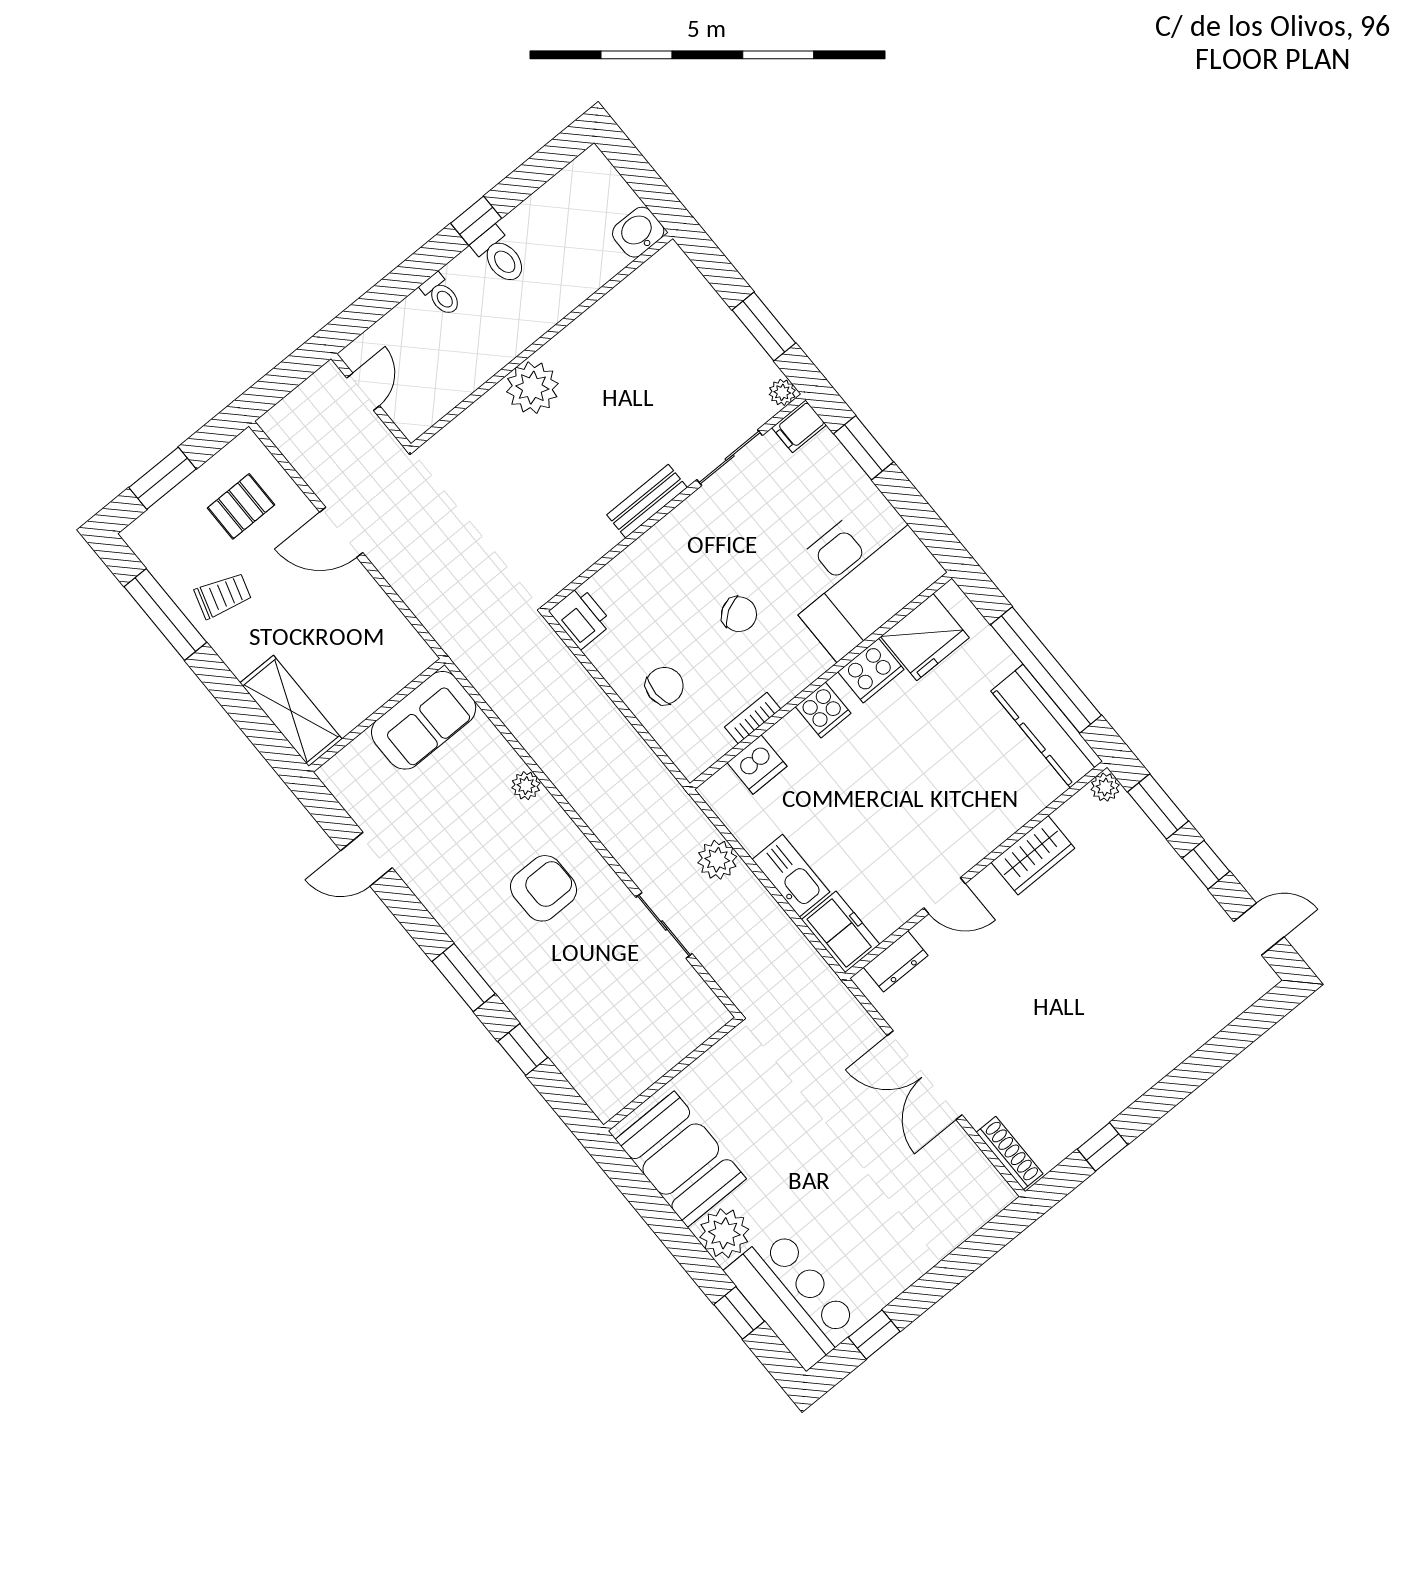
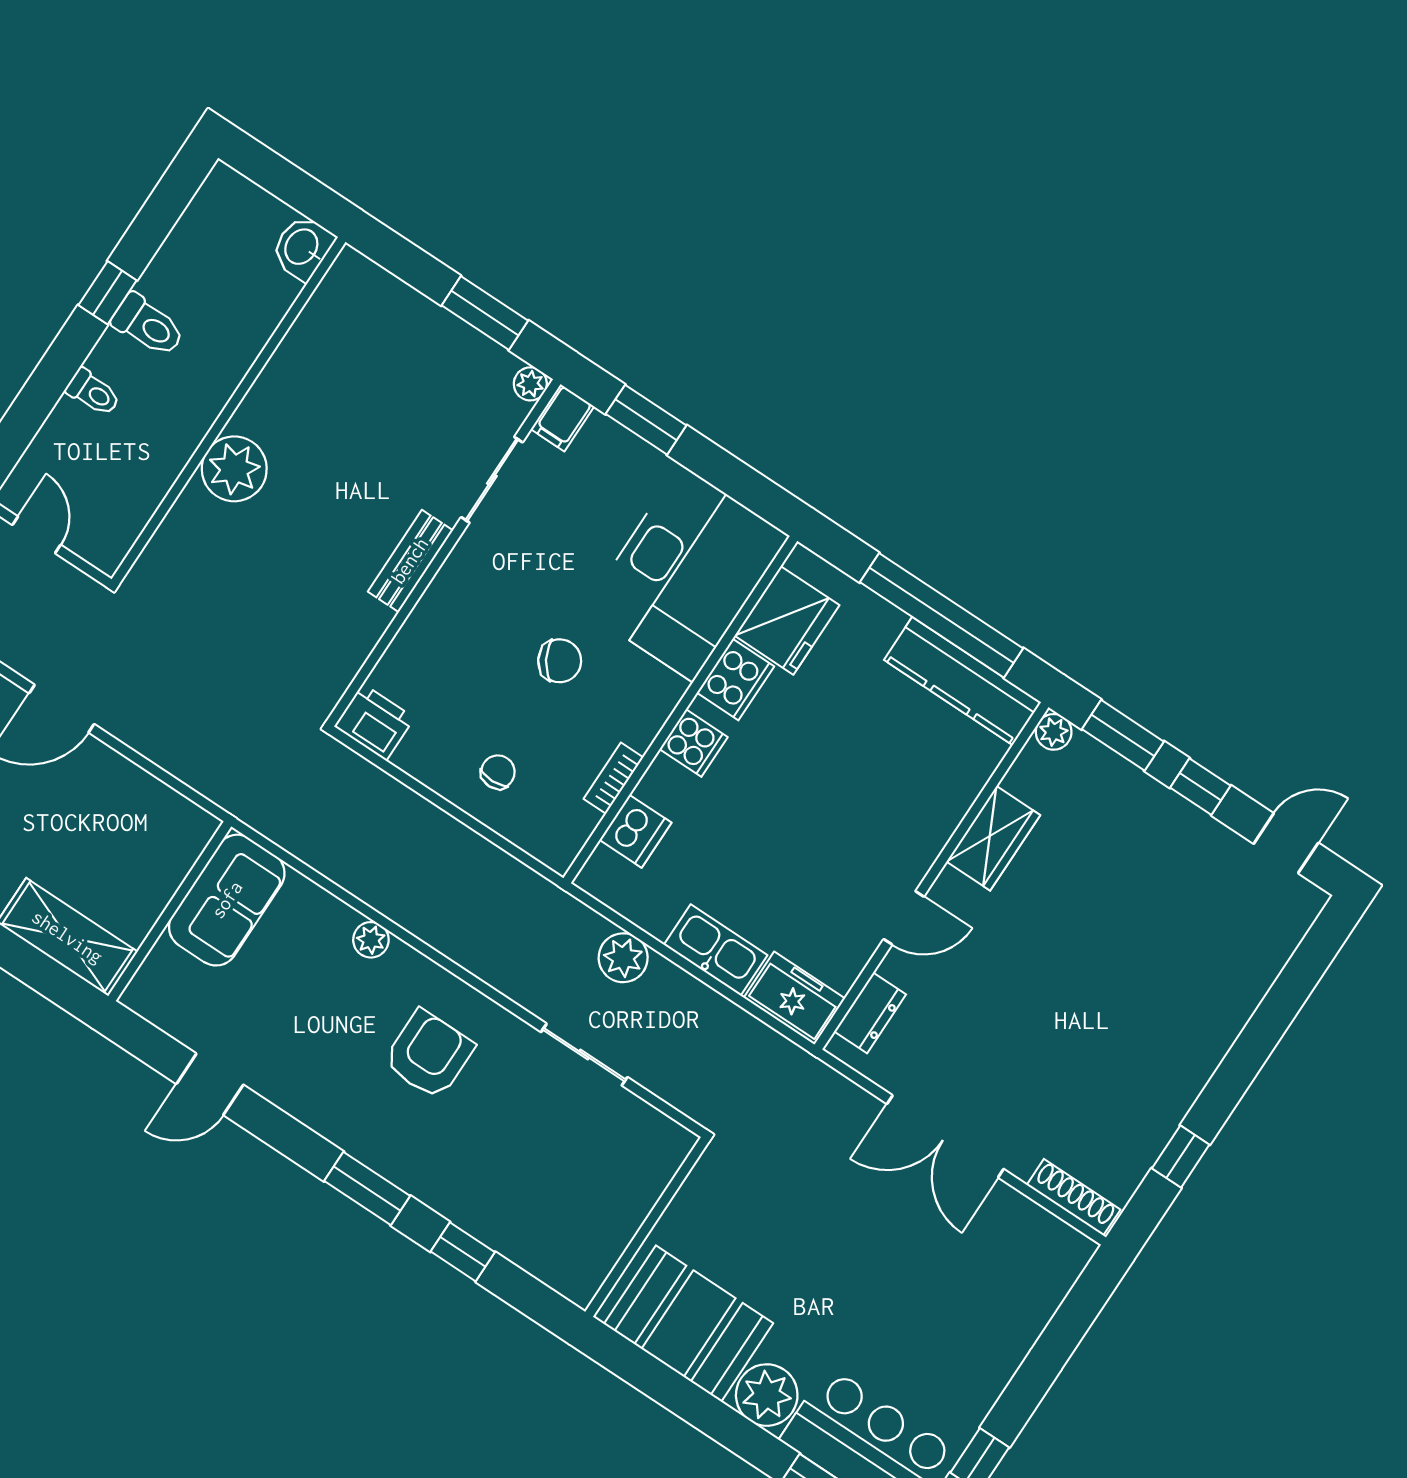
chair: (664, 686) -> (498, 772), width x0.73, depth x0.73

